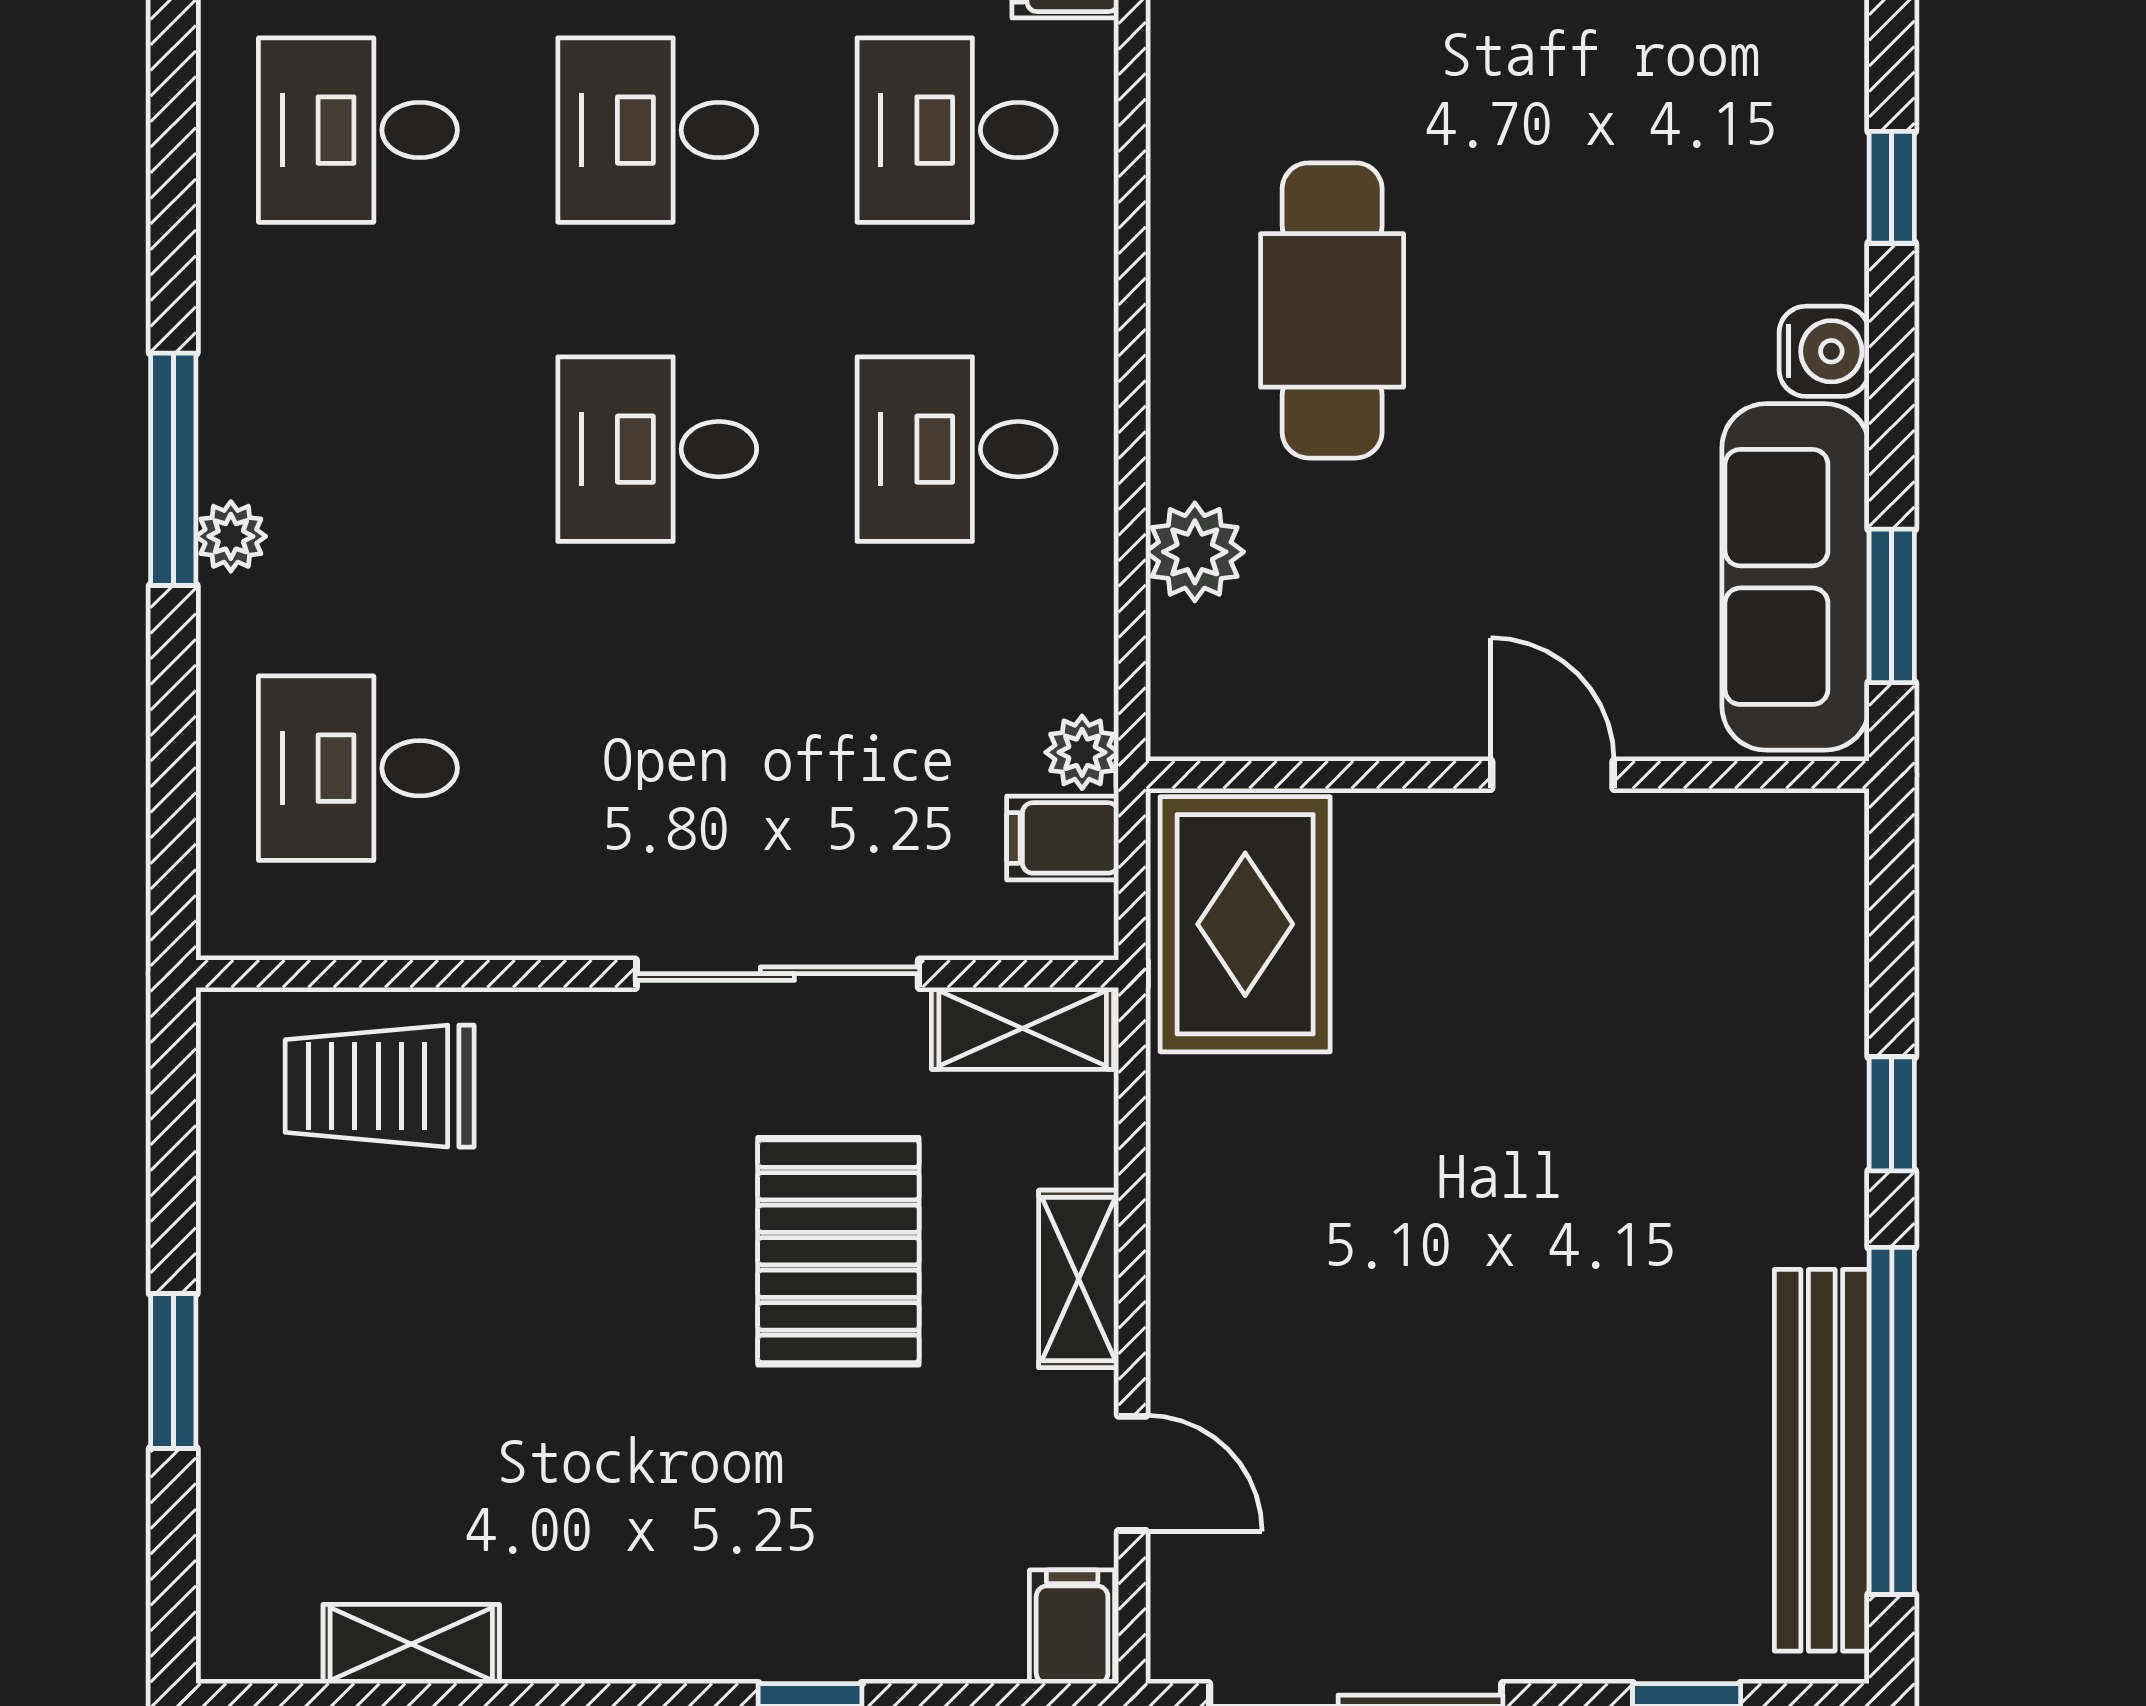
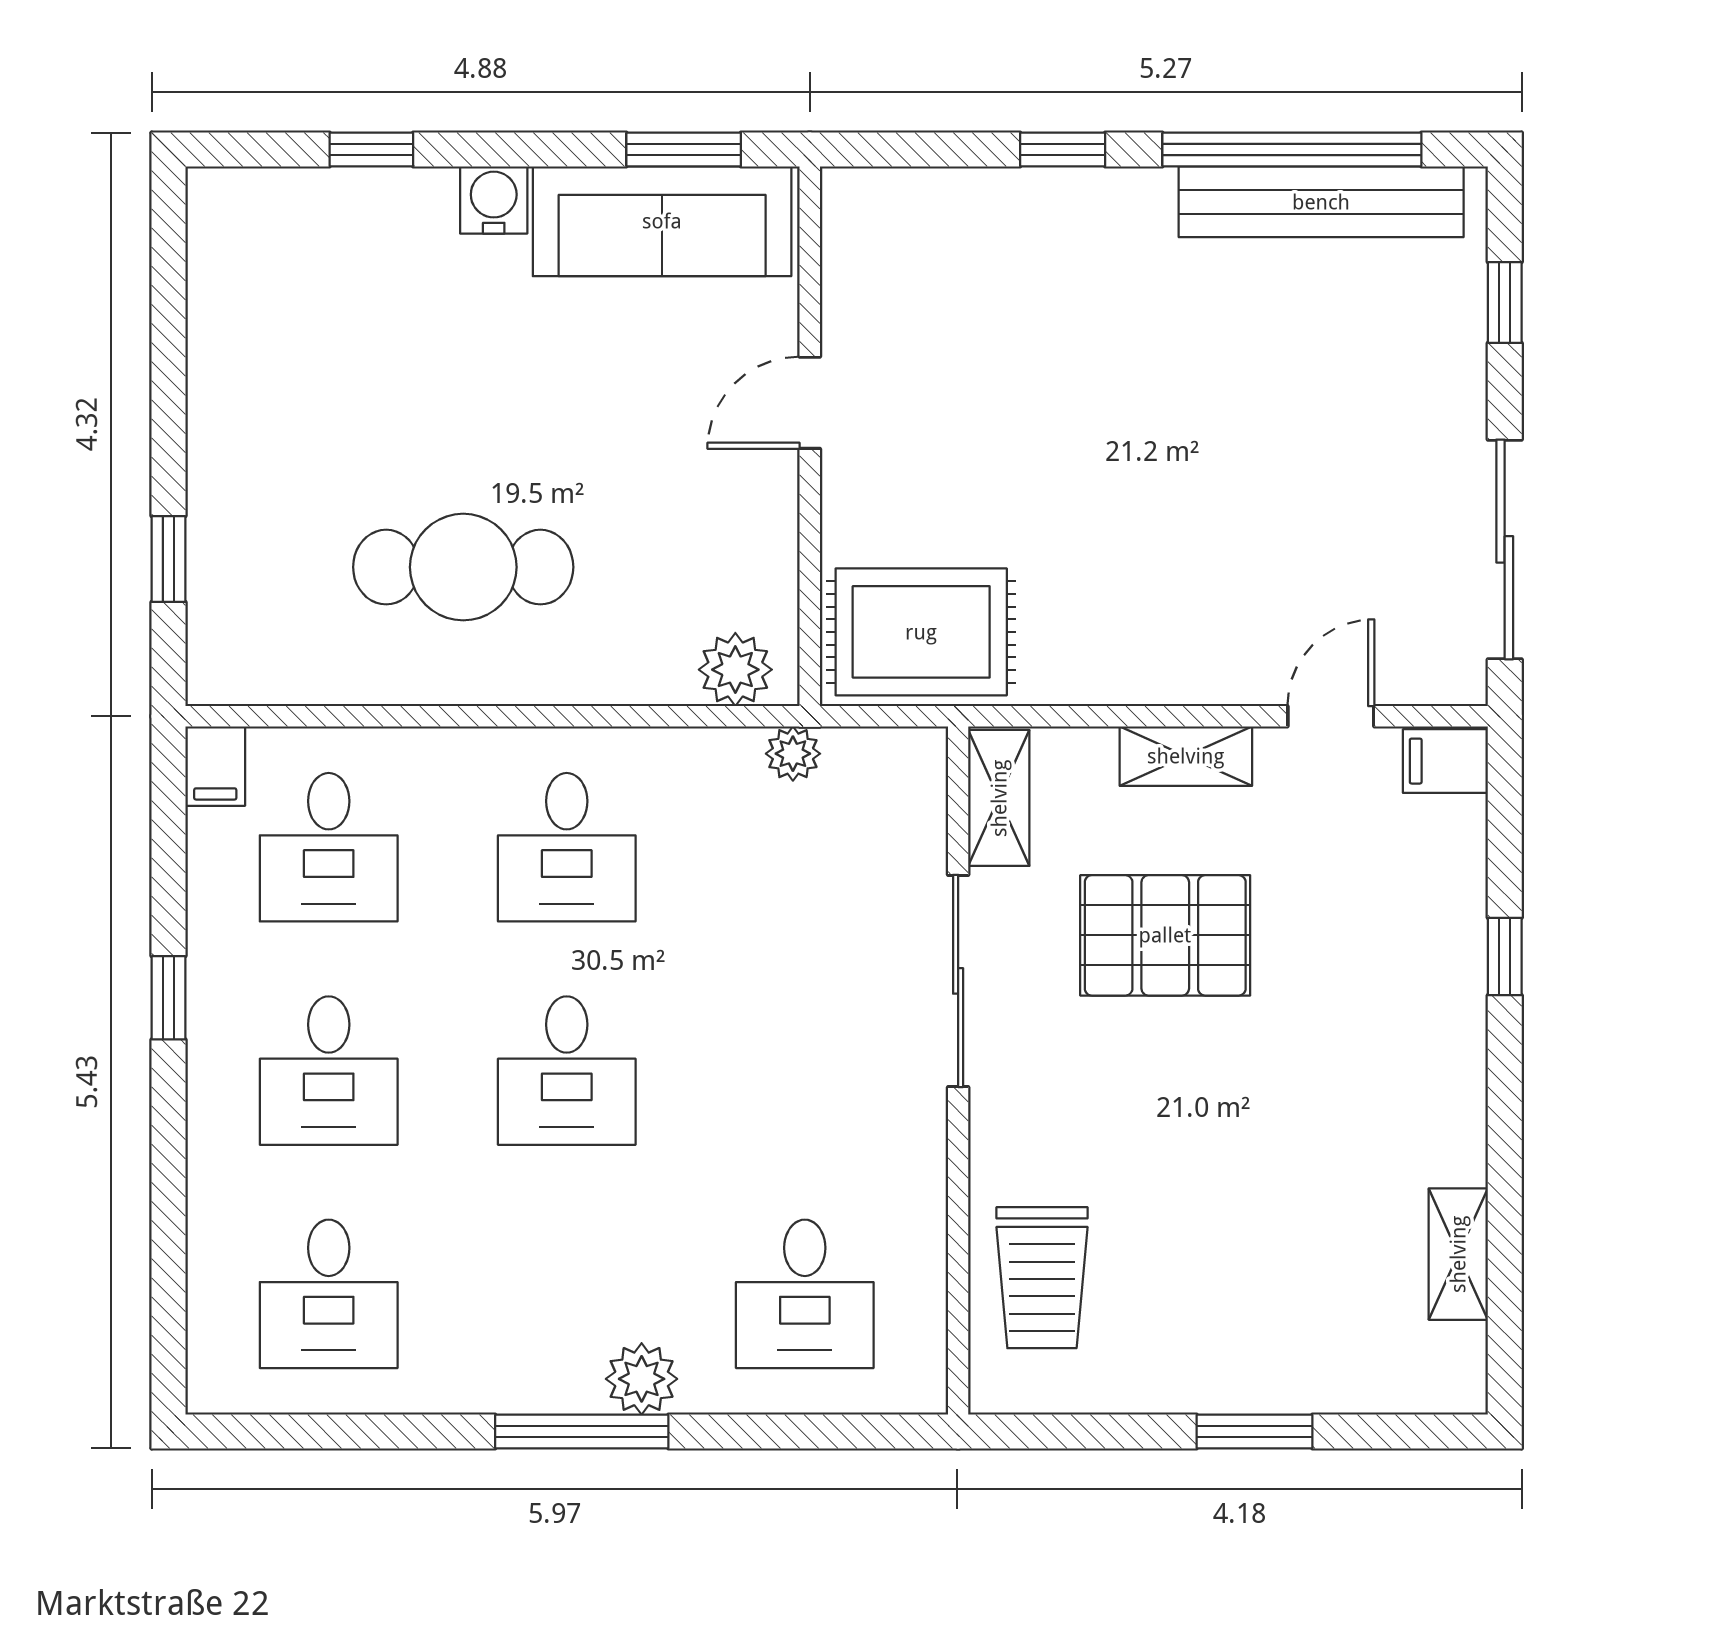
plant: (231, 536) -> (642, 1379), width x1.38, depth x1.38
plant: (1195, 552) -> (735, 670), moved
filing cabinet: (1063, 838) -> (857, 768), removed

